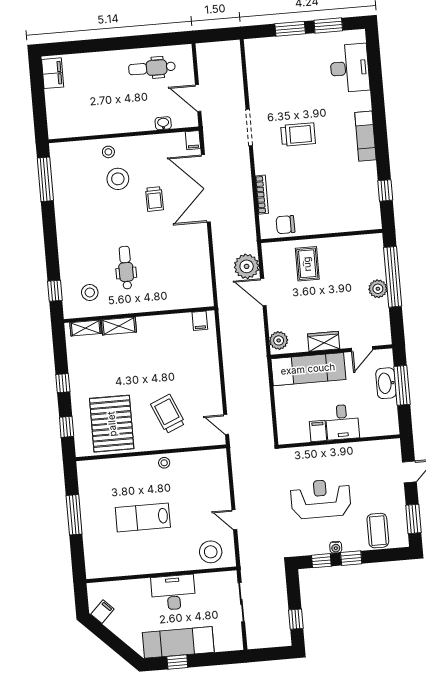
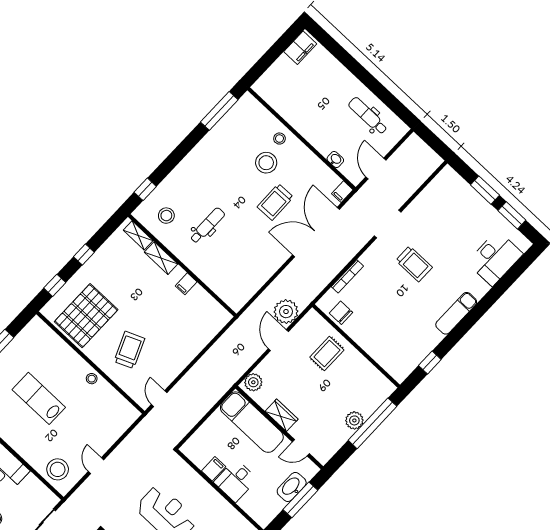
trolley: (154, 199) -> (275, 202), width x1.36, depth x1.39
filing cabinet: (200, 321) -> (186, 284), moved

